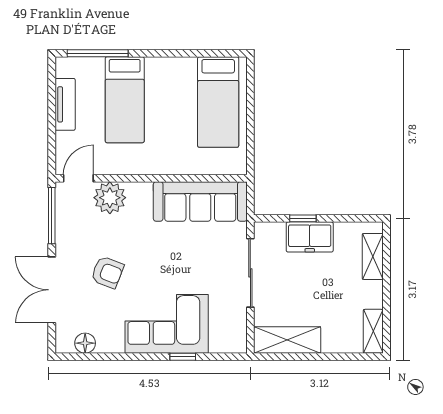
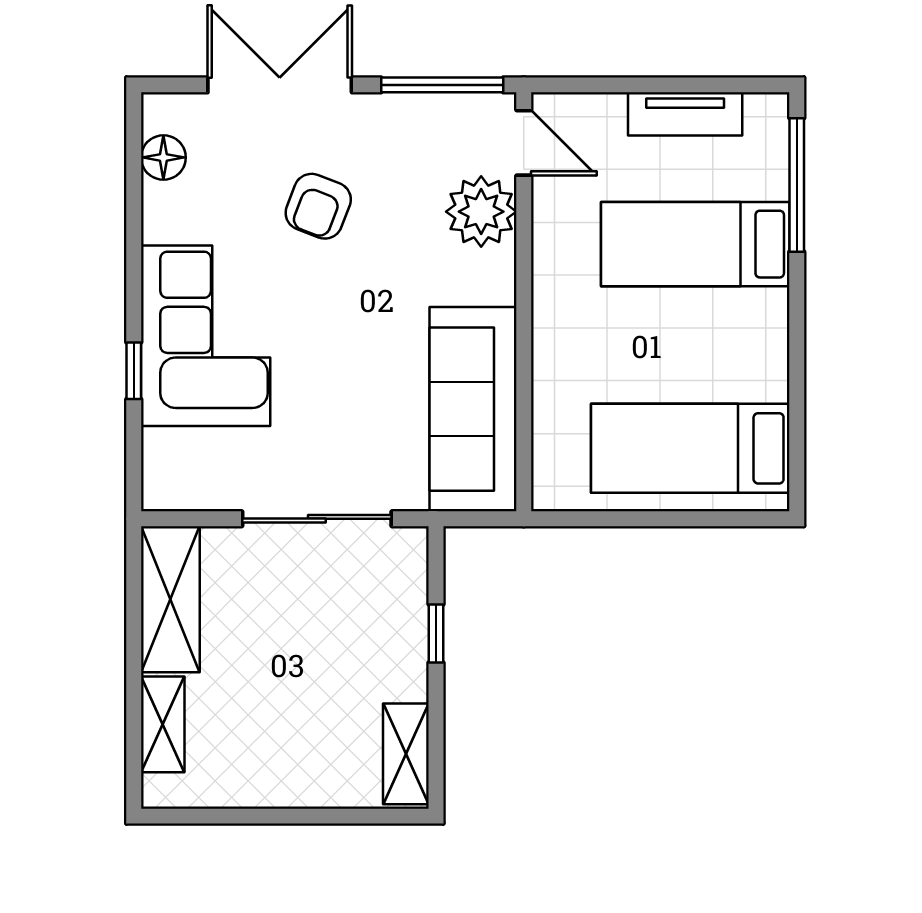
freezer: (310, 237) -> (396, 648), removed
shelving: (373, 256) -> (406, 754), moved, turned 90
shelving: (373, 331) -> (163, 724), moved, turned 90

